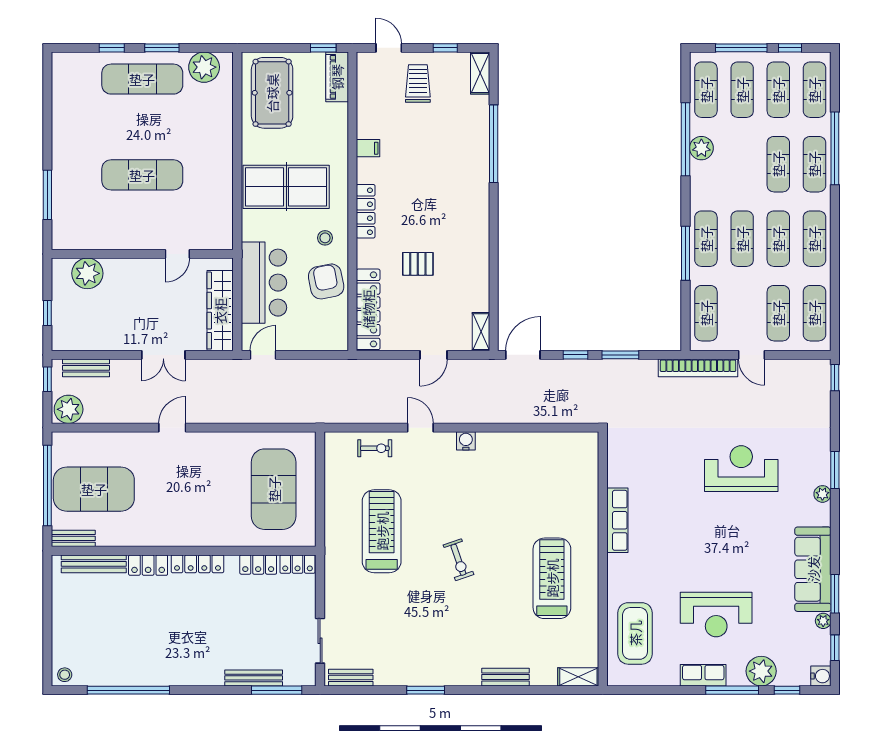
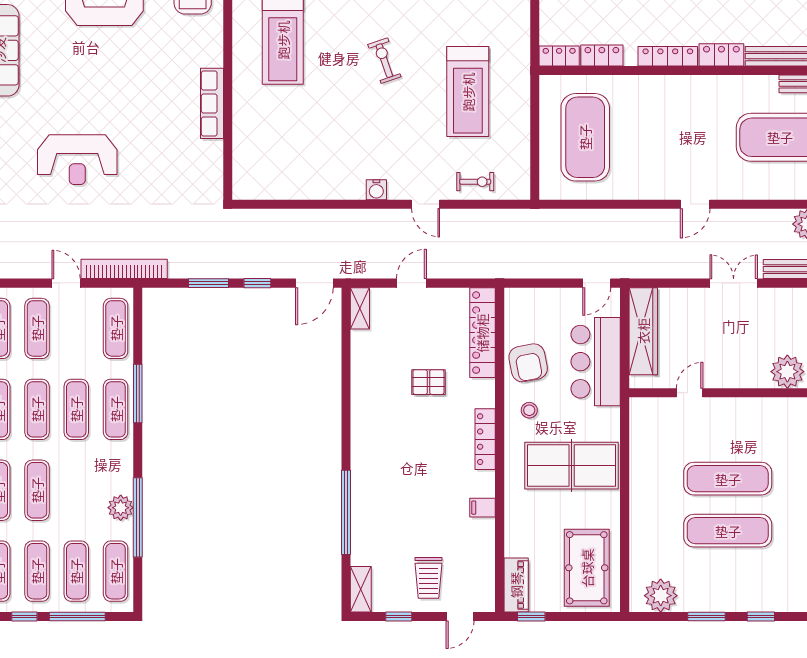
door: (389, 48) -> (460, 616), hinge flipped
exercise mat: (142, 79) -> (728, 531), moved
double door: (163, 355) -> (734, 283), moved
exercise bike: (375, 448) -> (475, 182), turned 180

